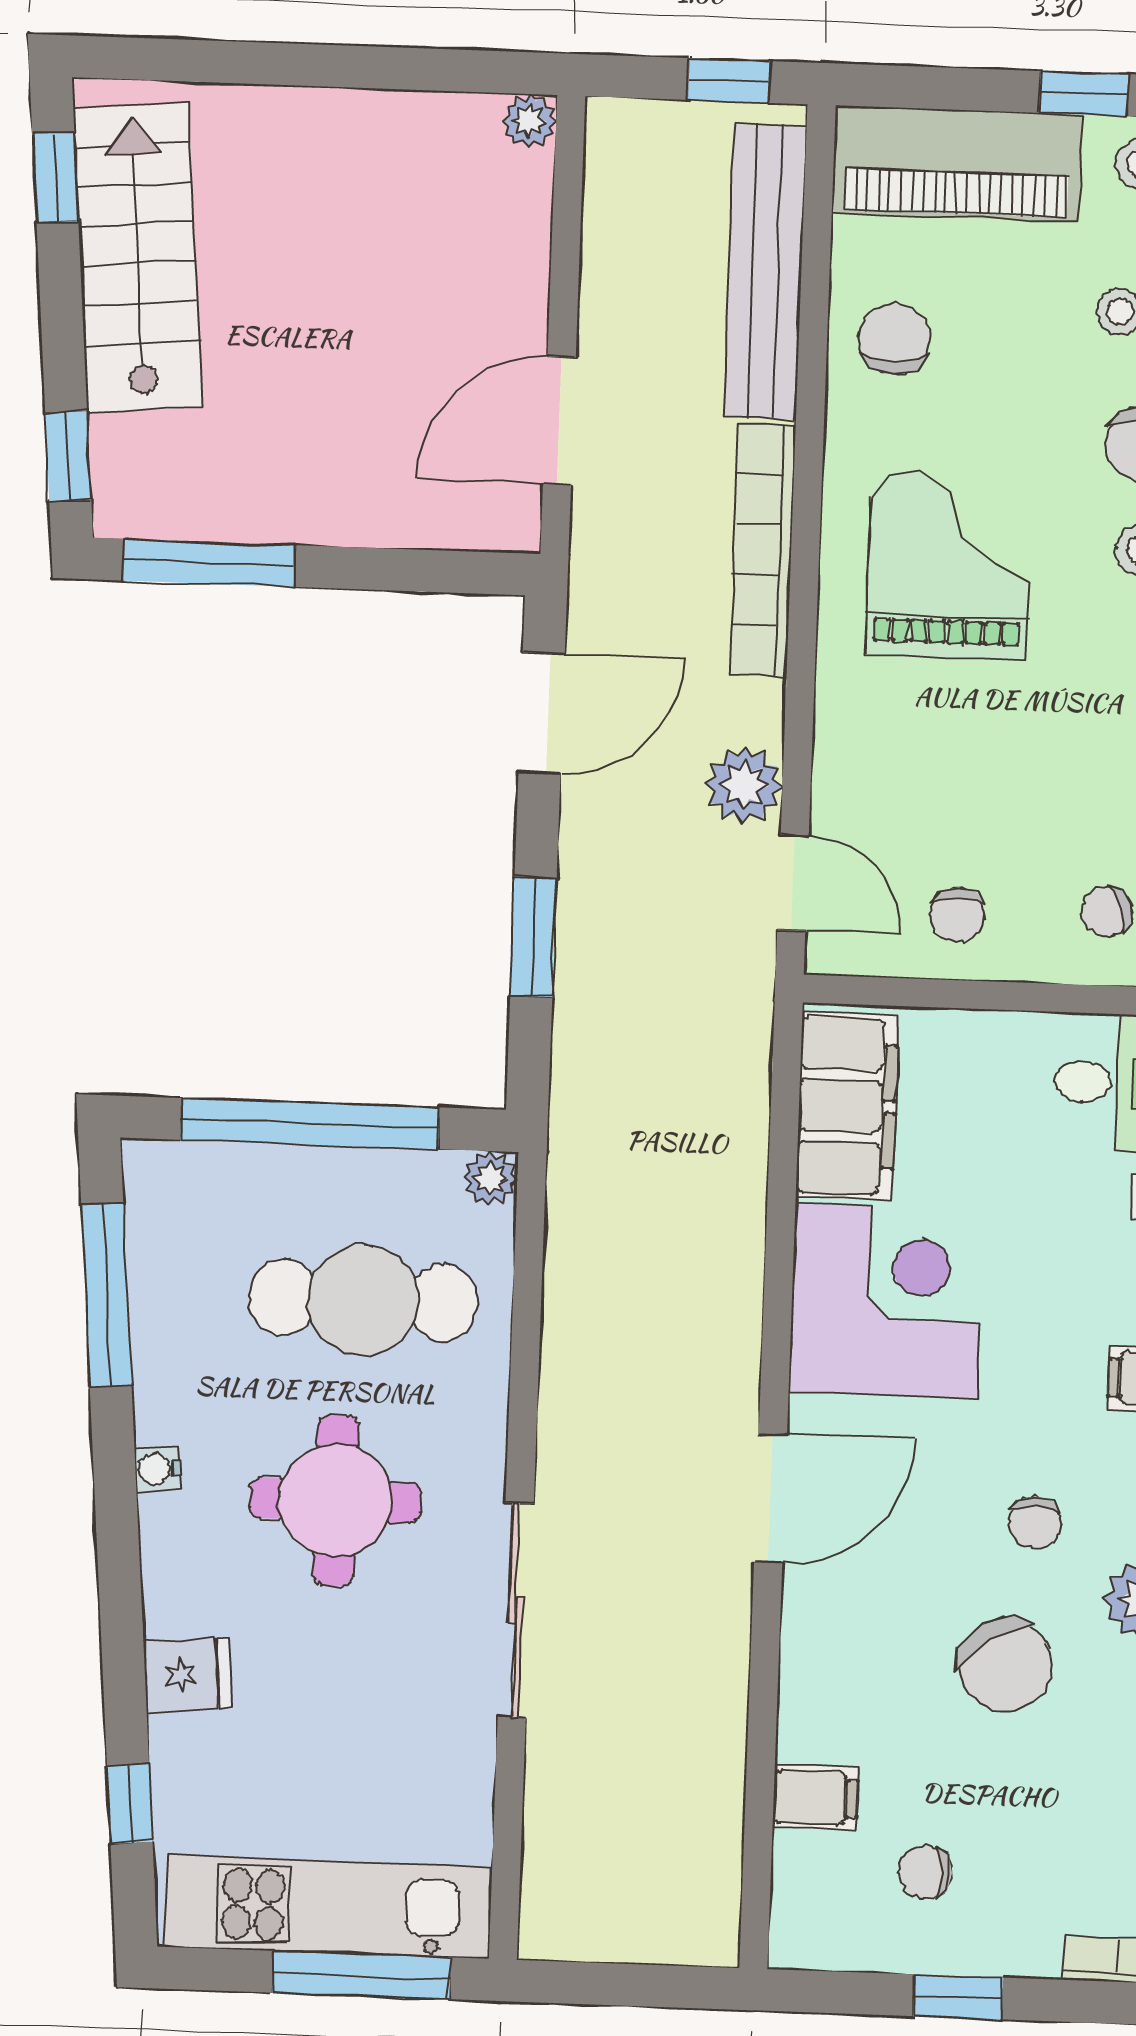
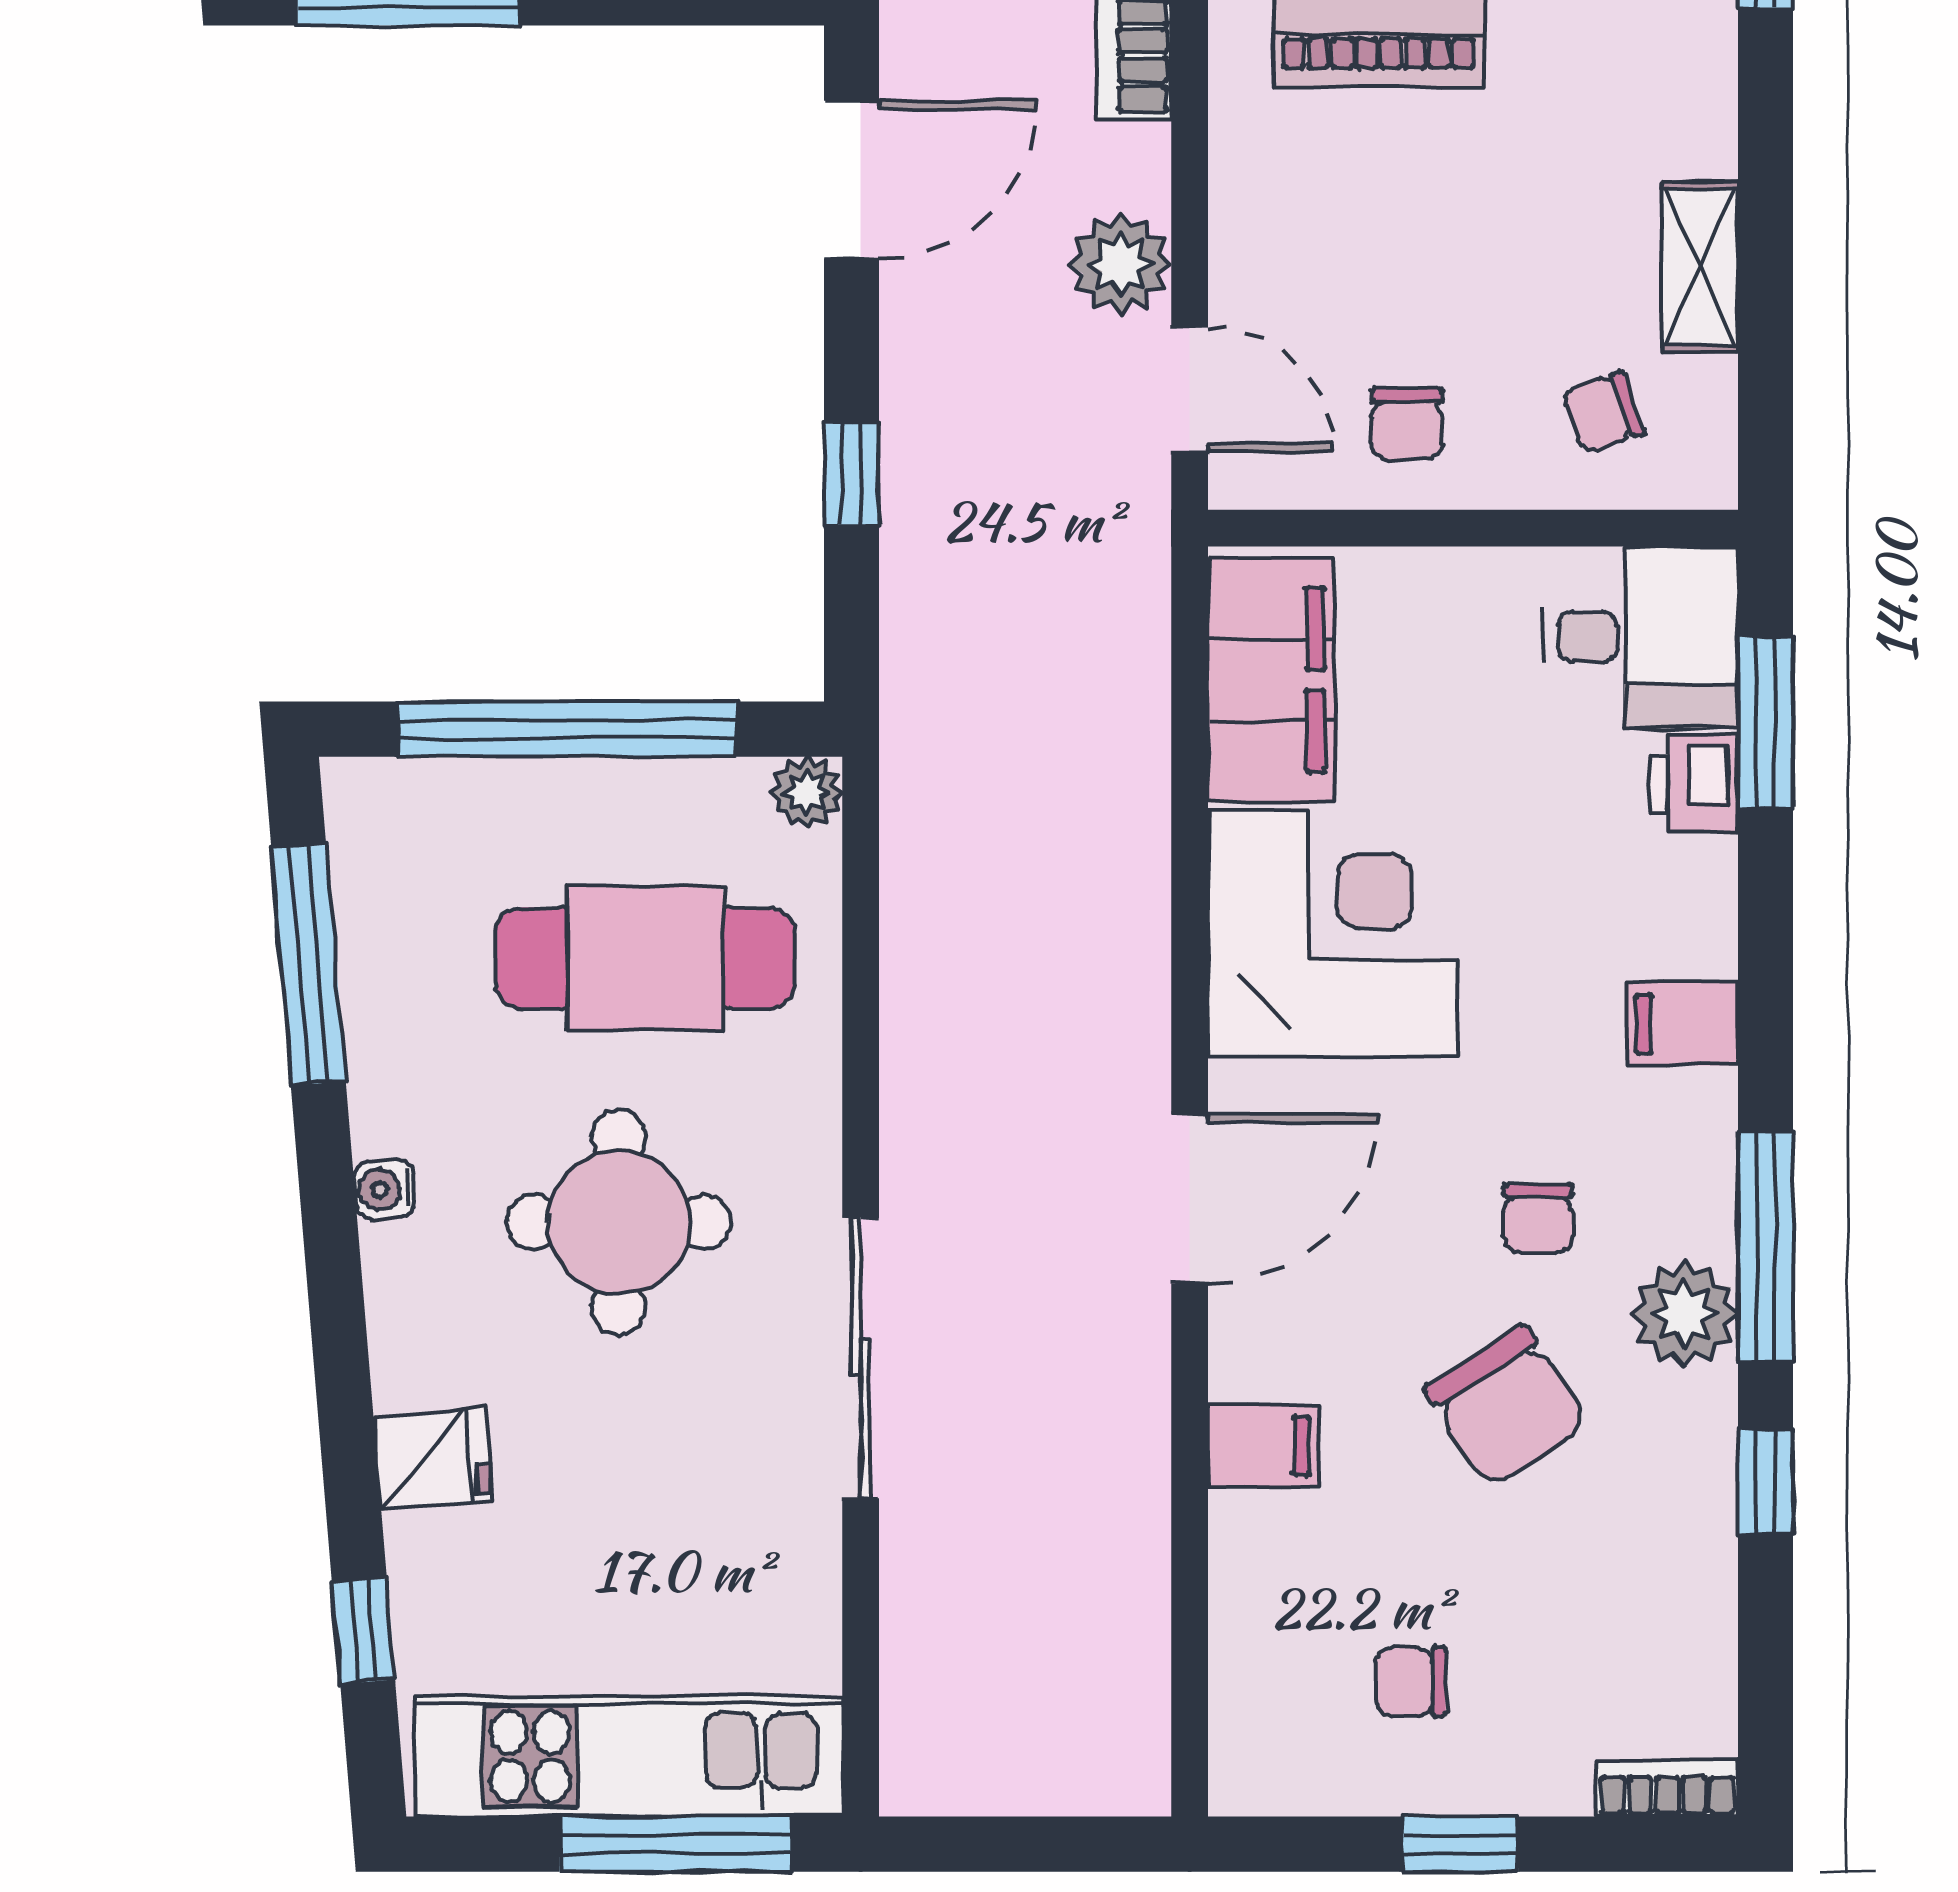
window: (533, 937) -> (852, 474), width x0.67
filing cabinet: (815, 1798) -> (1263, 1446), moved

